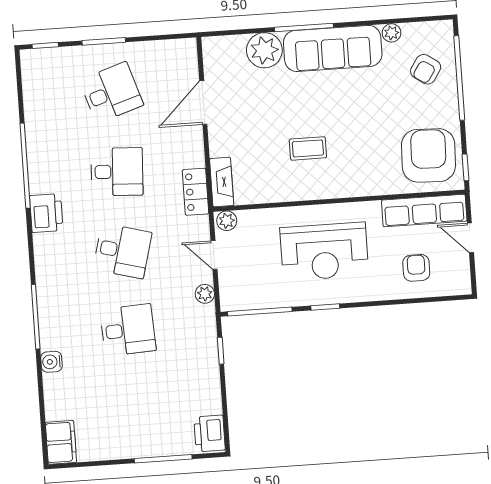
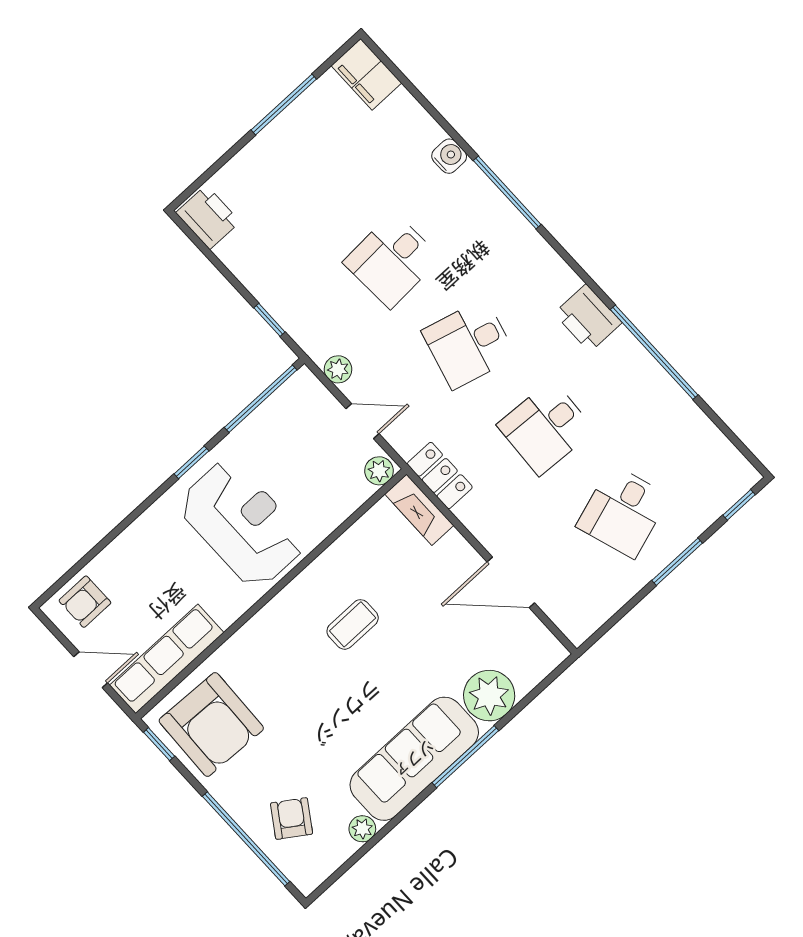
door: (203, 102) -> (511, 582), swing flipped
reception desk: (324, 251) -> (242, 524), turned 90
armchair: (416, 268) -> (85, 602), moved, turned 90
window: (163, 459) -> (284, 104), moved

